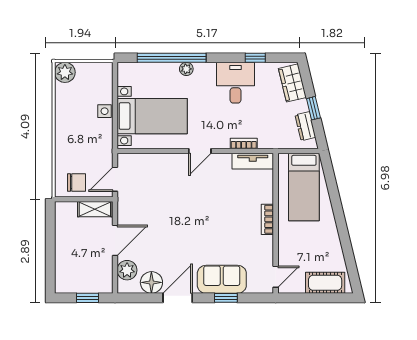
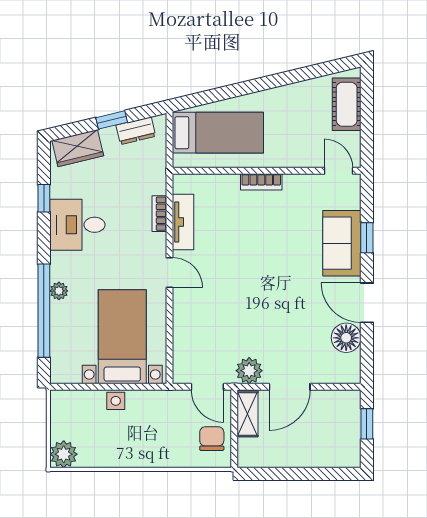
tv unit: (253, 161) -> (183, 222), moved
door: (115, 240) -> (290, 387), swing flipped
plant: (127, 270) -> (249, 371), moved

